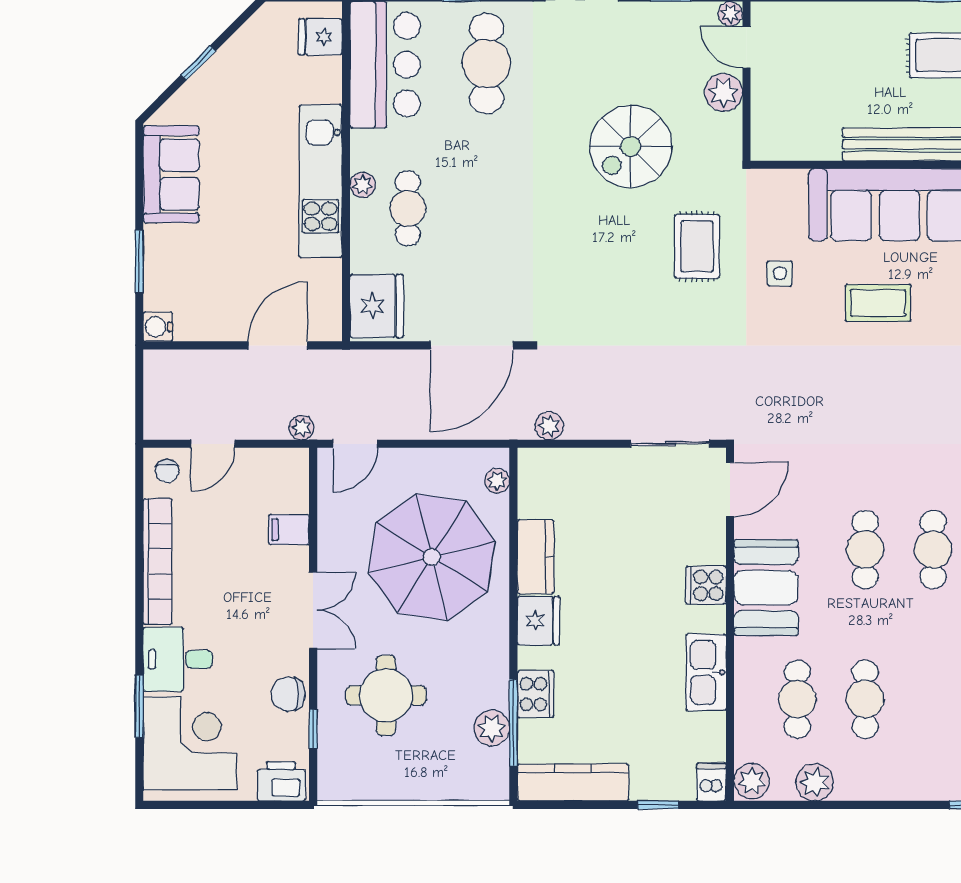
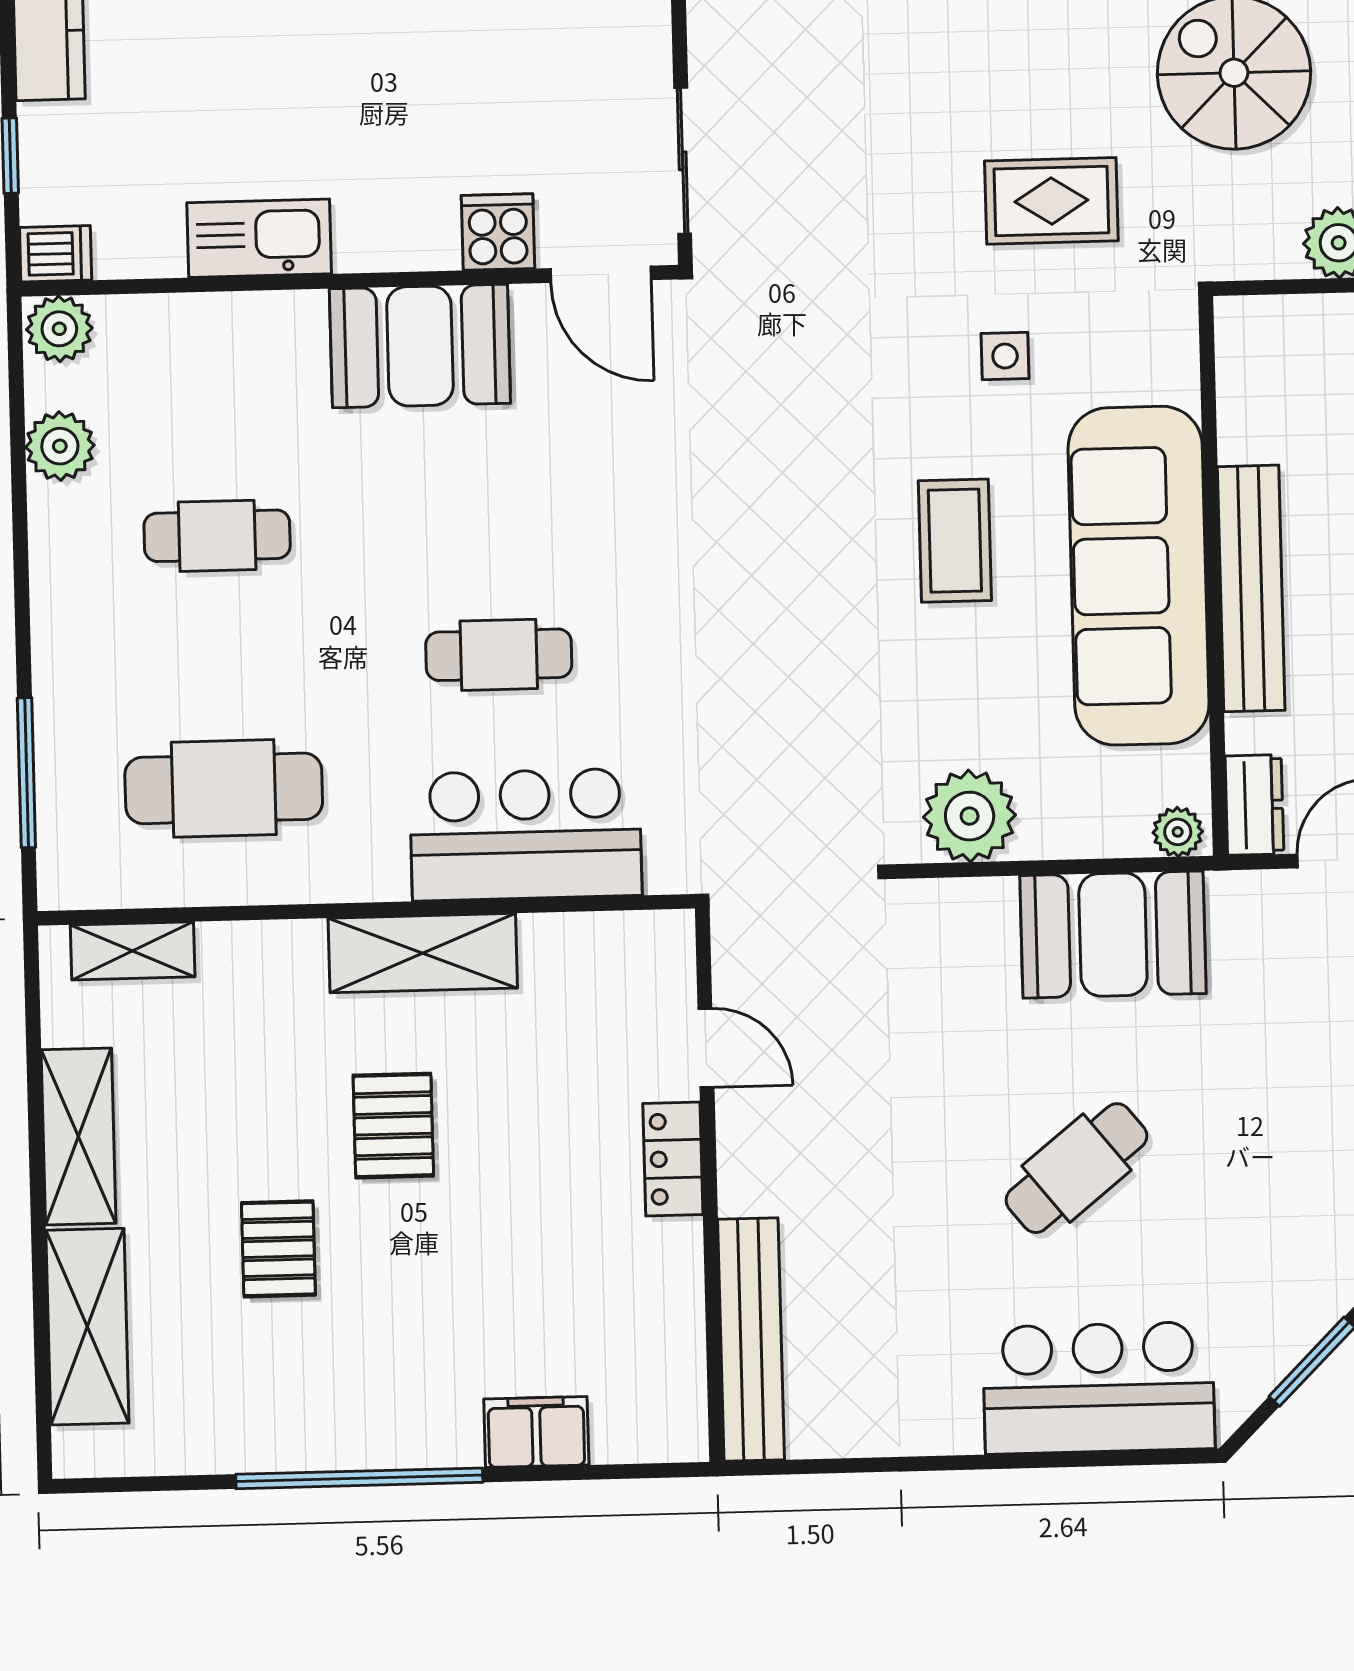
cafe table: (865, 550) -> (495, 529), removed
cooker: (706, 585) -> (498, 232), moved
cafe table: (797, 699) -> (214, 410), removed

